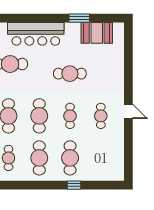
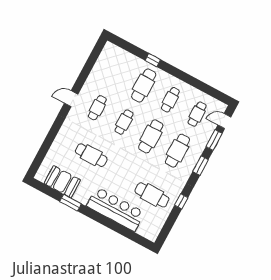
cafe table: (70, 74) -> (91, 155), moved
door: (128, 111) -> (71, 99), hinge flipped
cafe table: (39, 158) -> (170, 100), width x0.73, depth x0.74

